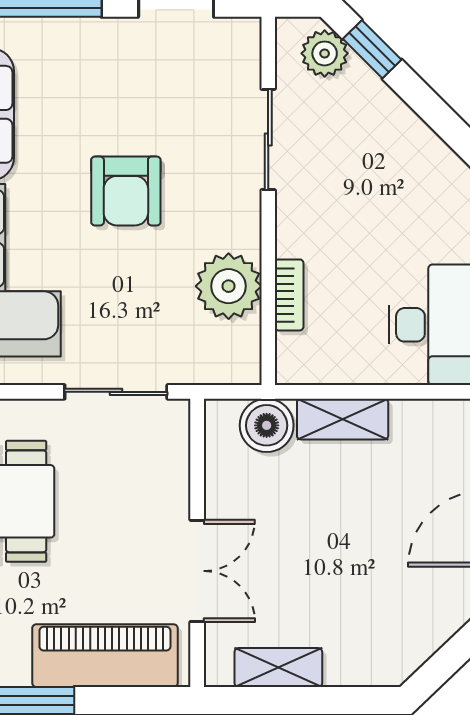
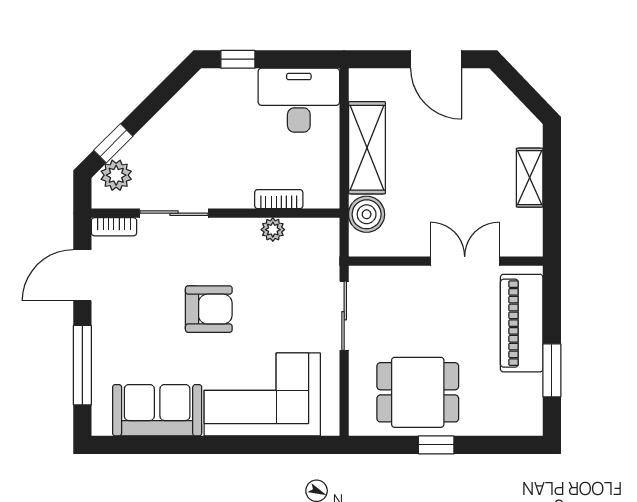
bookcase: (248, 50) -> (114, 227), added
plant: (229, 286) -> (273, 230), width x0.53, depth x0.53
shelving: (343, 419) -> (367, 148), width x1.50, depth x1.33
shelving: (278, 667) -> (530, 178), moved

